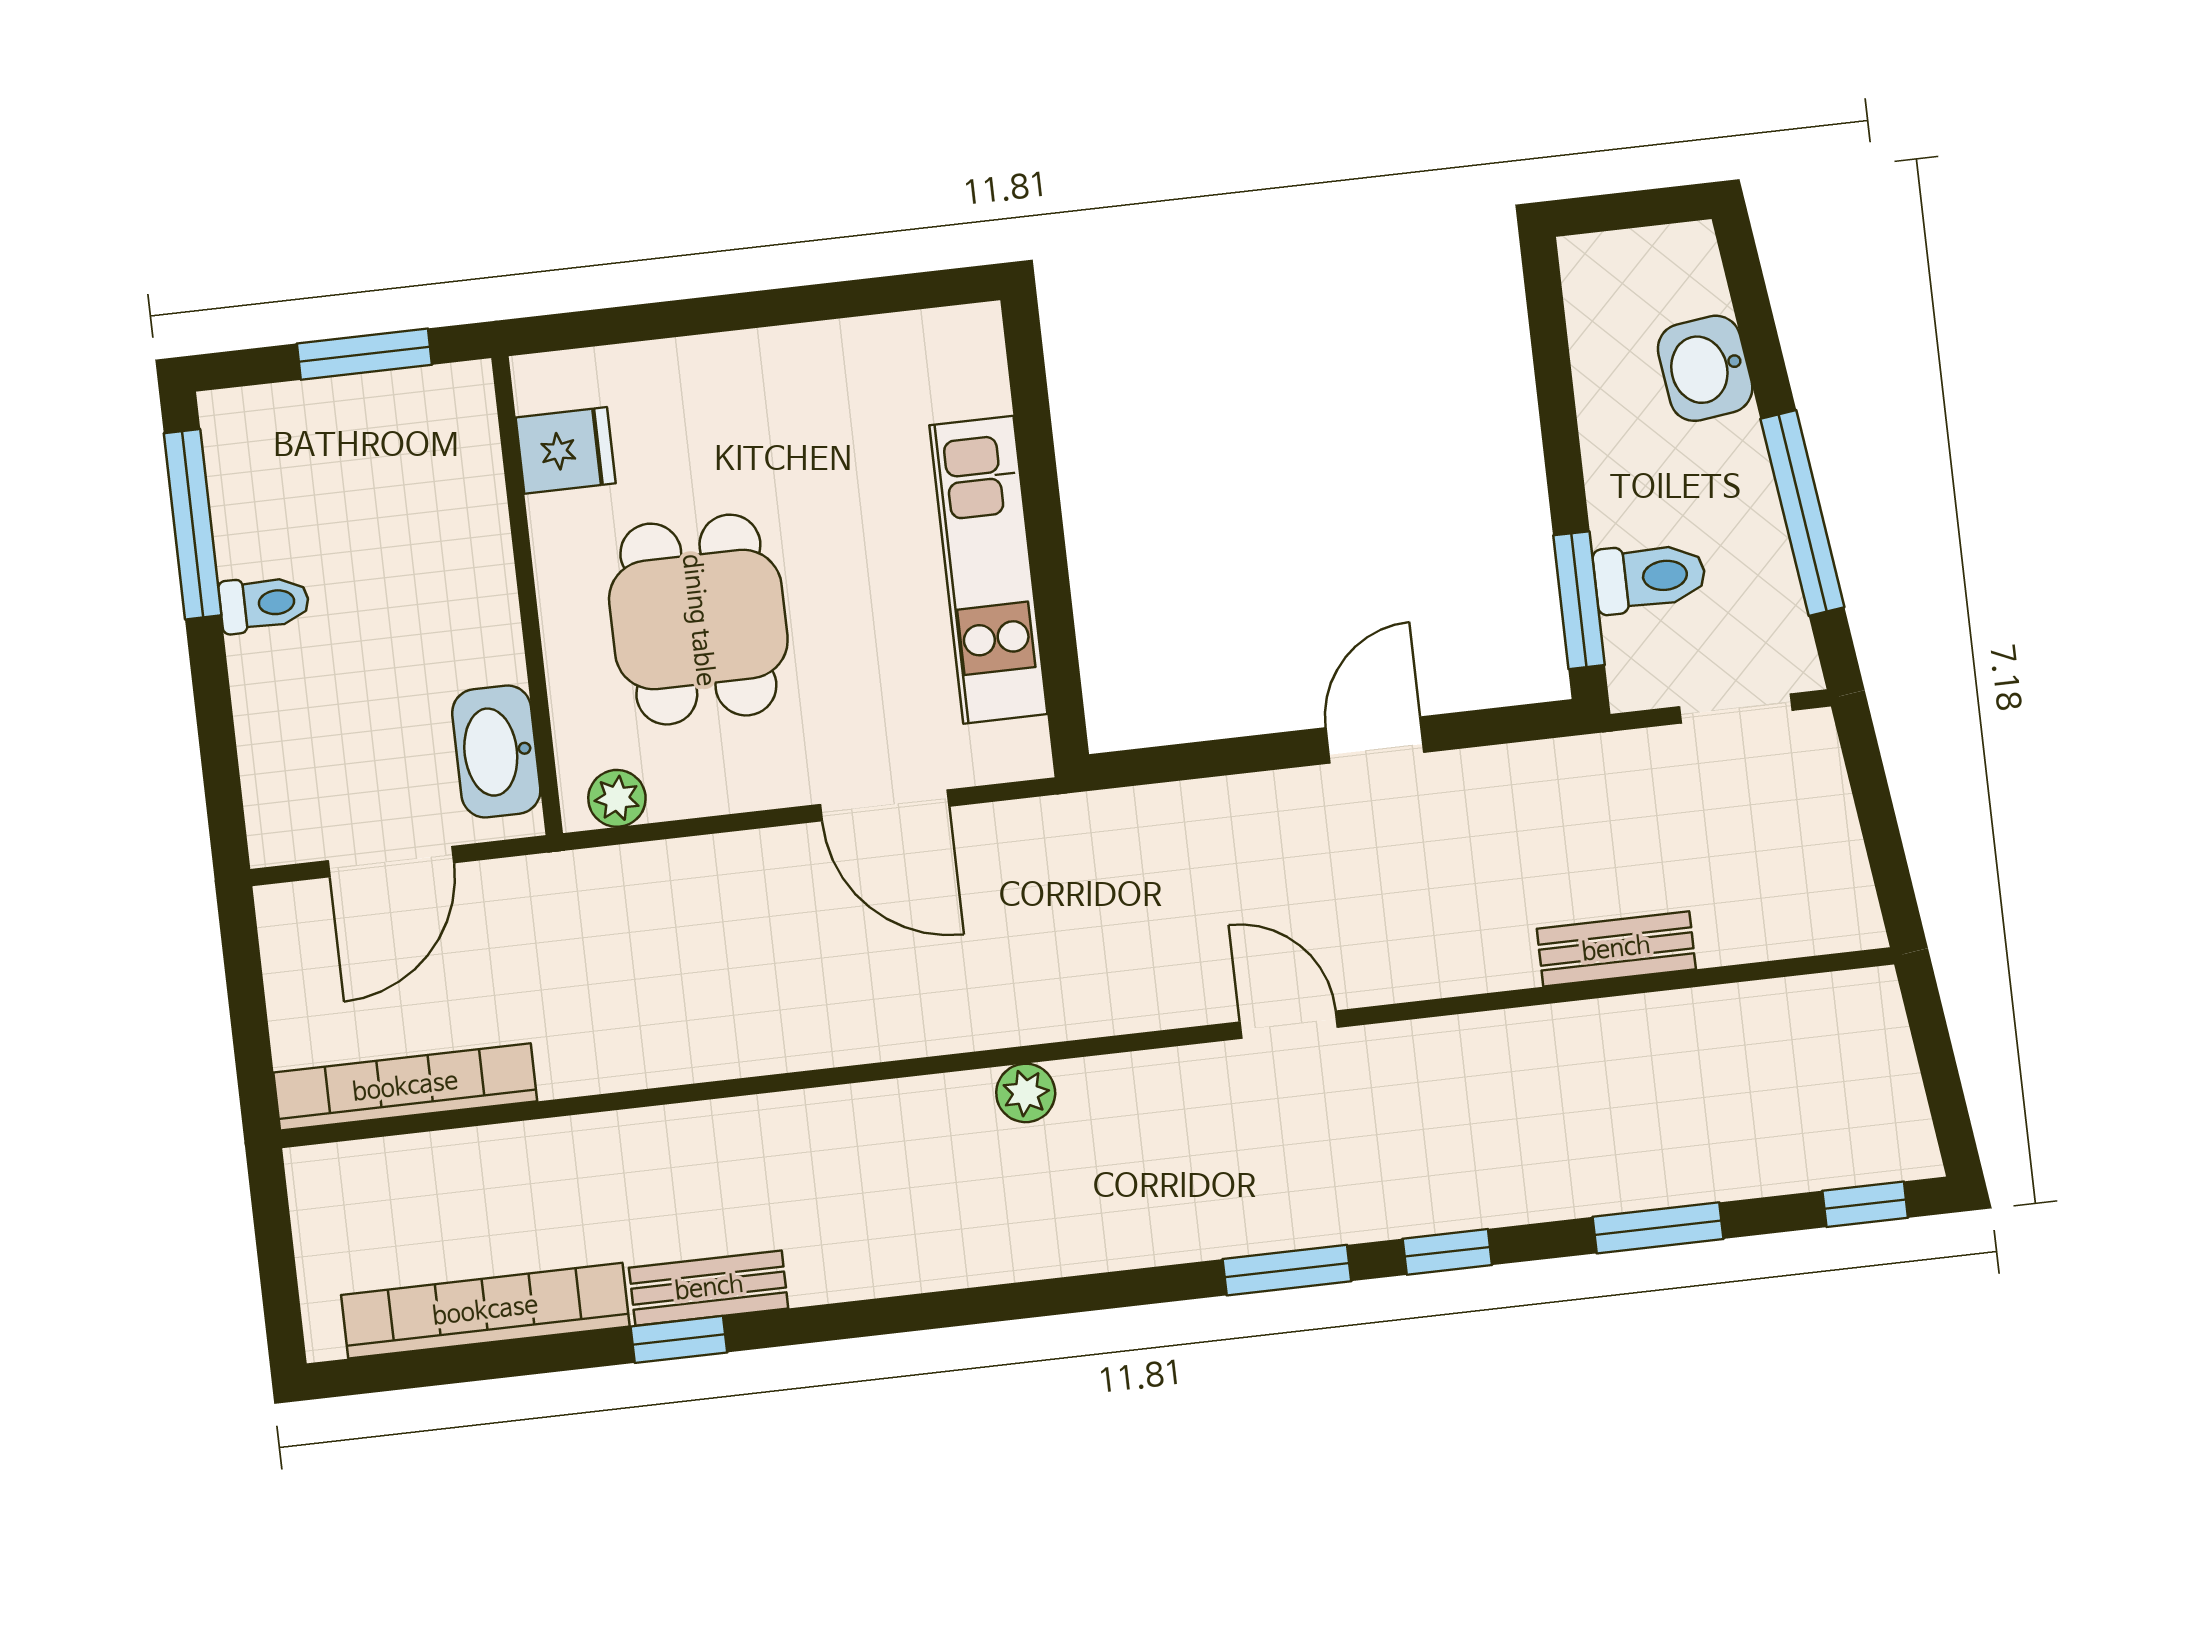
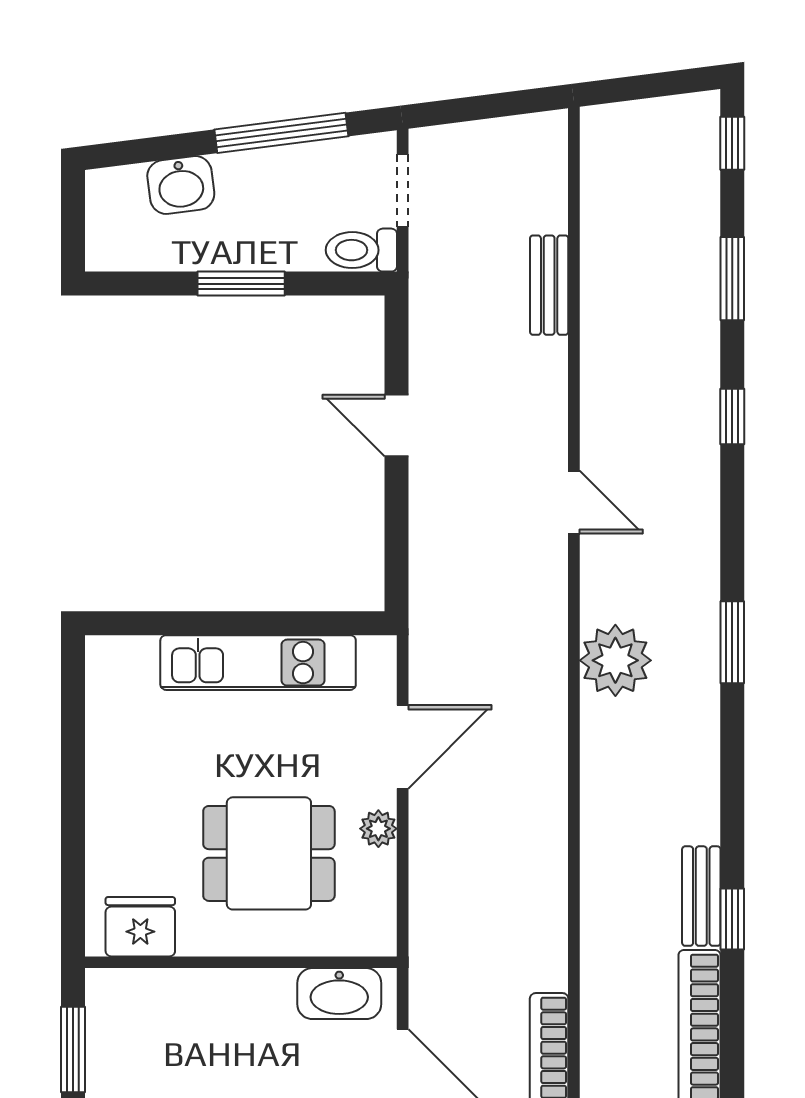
fridge: (566, 450) -> (140, 927), width x1.38
toilet: (1650, 577) -> (361, 250), moved, turned -90
window: (1579, 600) -> (241, 284), moved
plant: (617, 798) -> (378, 829), moved
door: (1289, 1025) -> (574, 502), swing flipped
plant: (1026, 1093) -> (615, 660), width x1.87, depth x1.87
window: (1287, 1270) -> (732, 642), moved

